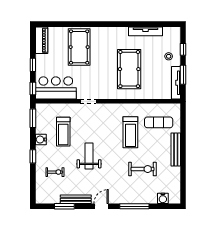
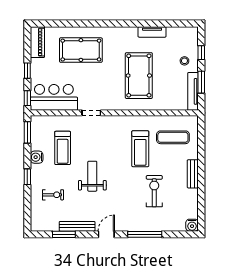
tv unit: (145, 31) -> (152, 32), width x0.71
pool table: (79, 47) -> (81, 50), turned 90
bench: (176, 150) -> (193, 174), width x0.73
exercise bike: (142, 169) -> (154, 191), turned -90
water cooler: (163, 198) -> (192, 225), moved

